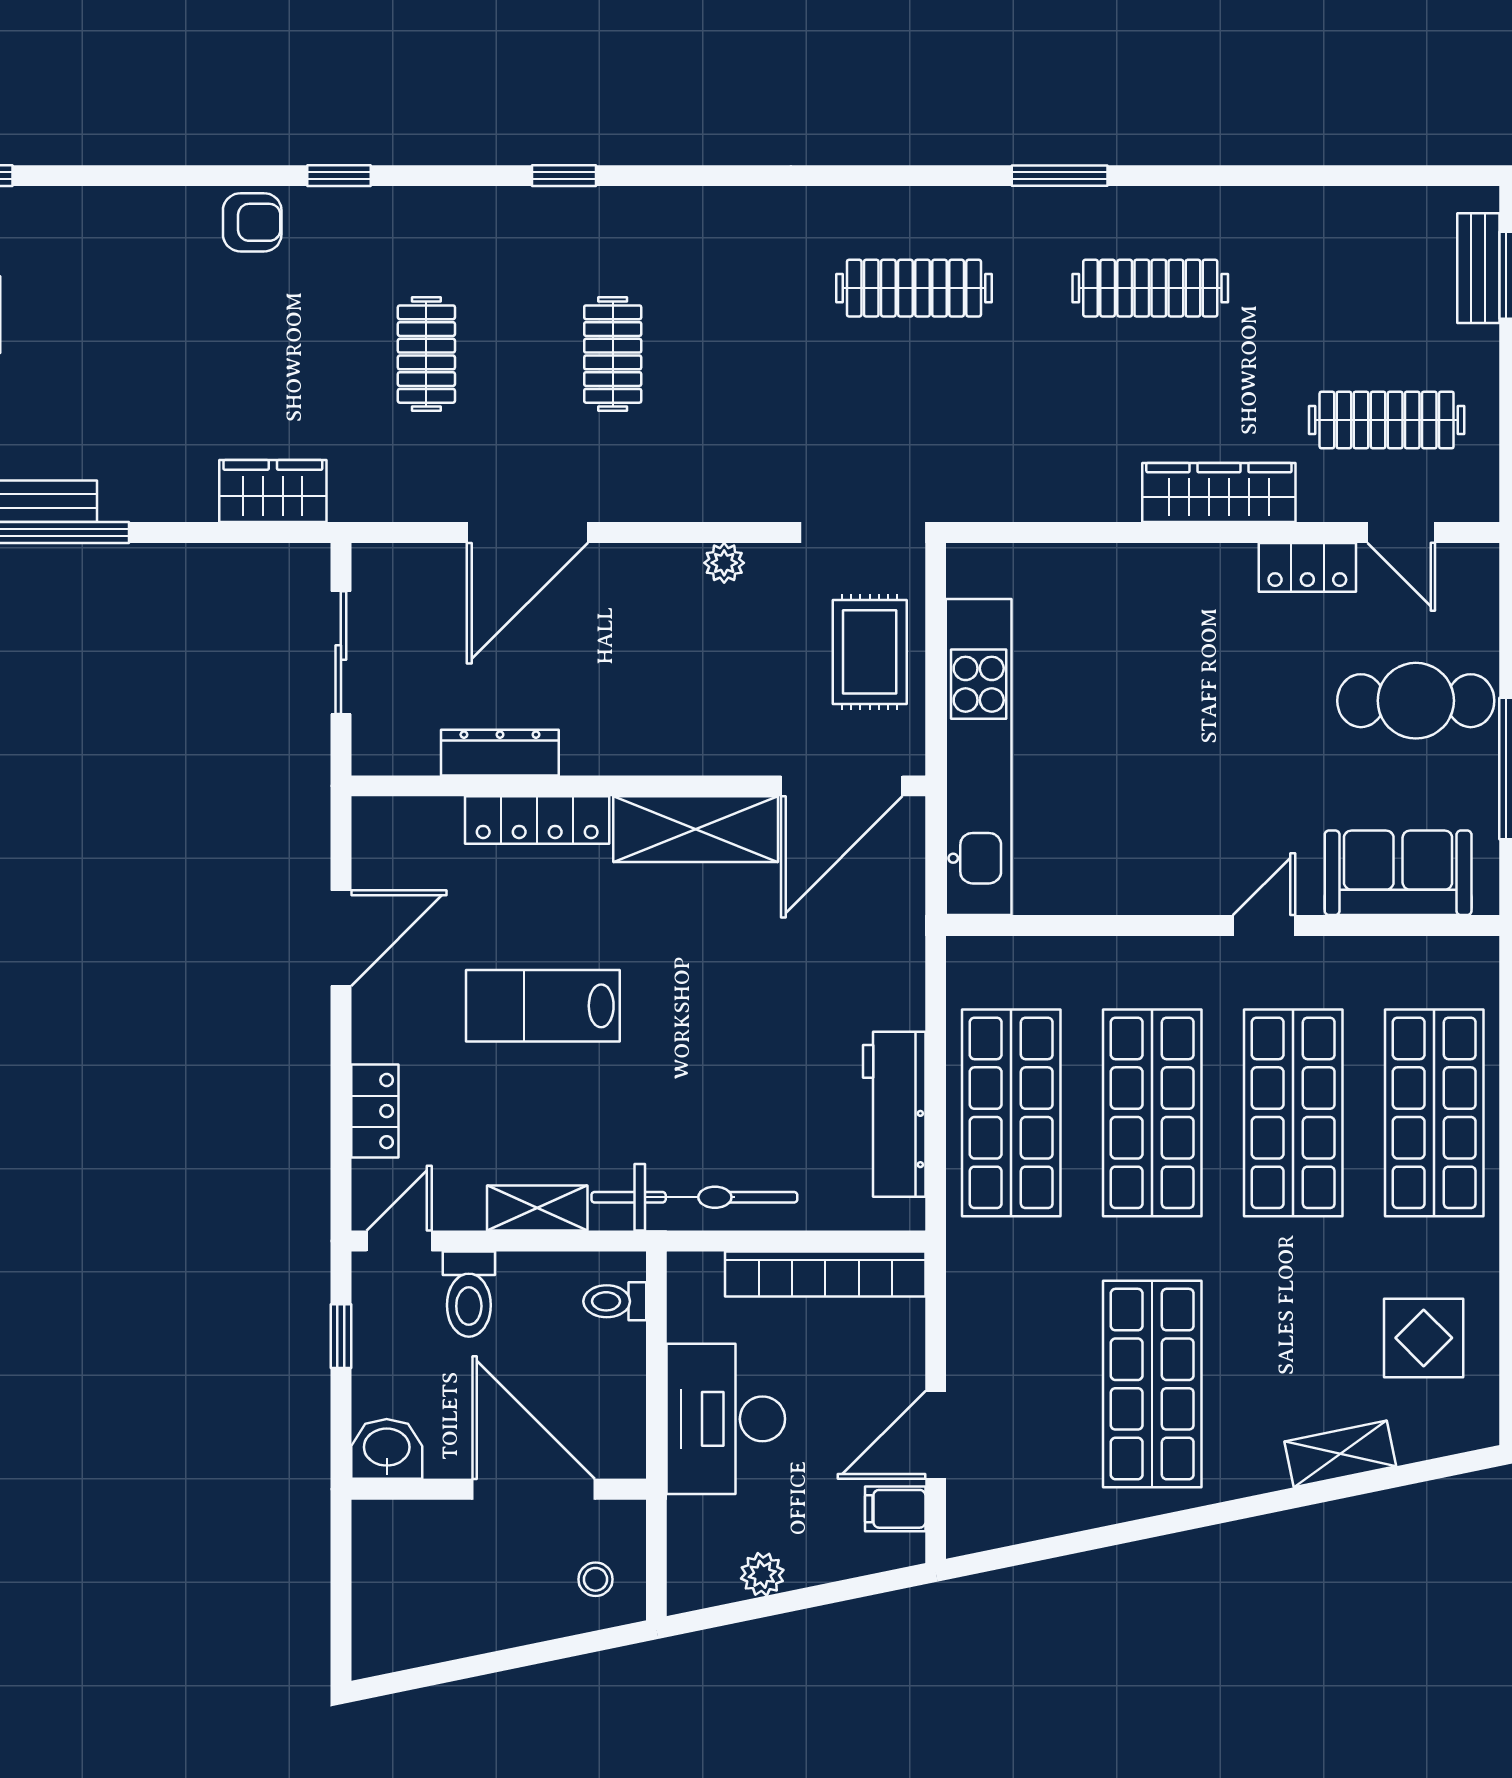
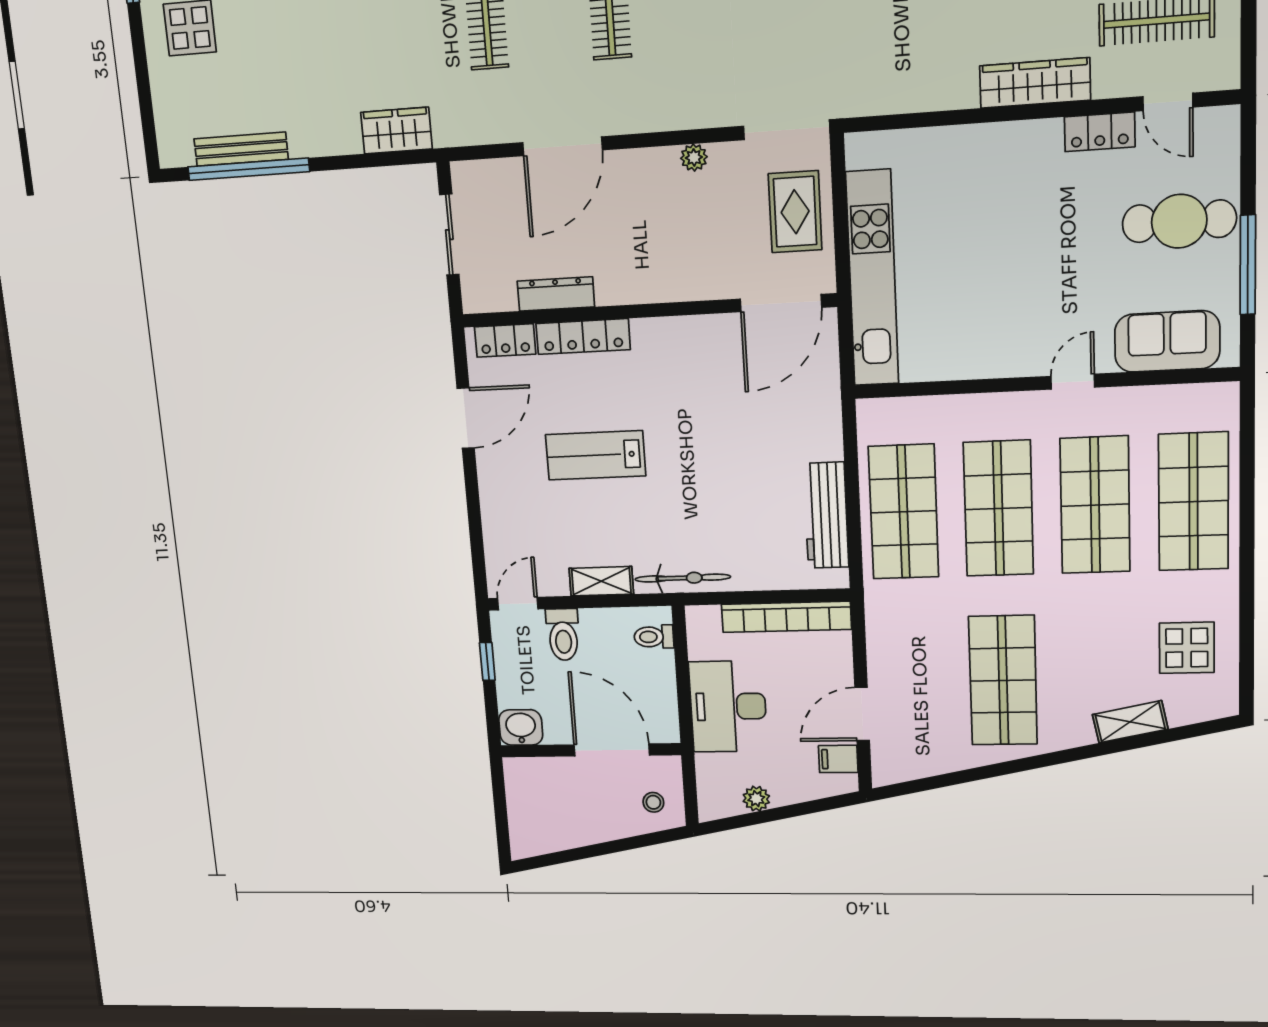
shelving: (696, 829) -> (686, 337), removed
locker: (375, 1111) -> (505, 341), moved, turned 90
bicycle: (694, 1197) -> (683, 578), width x0.73, depth x0.71

